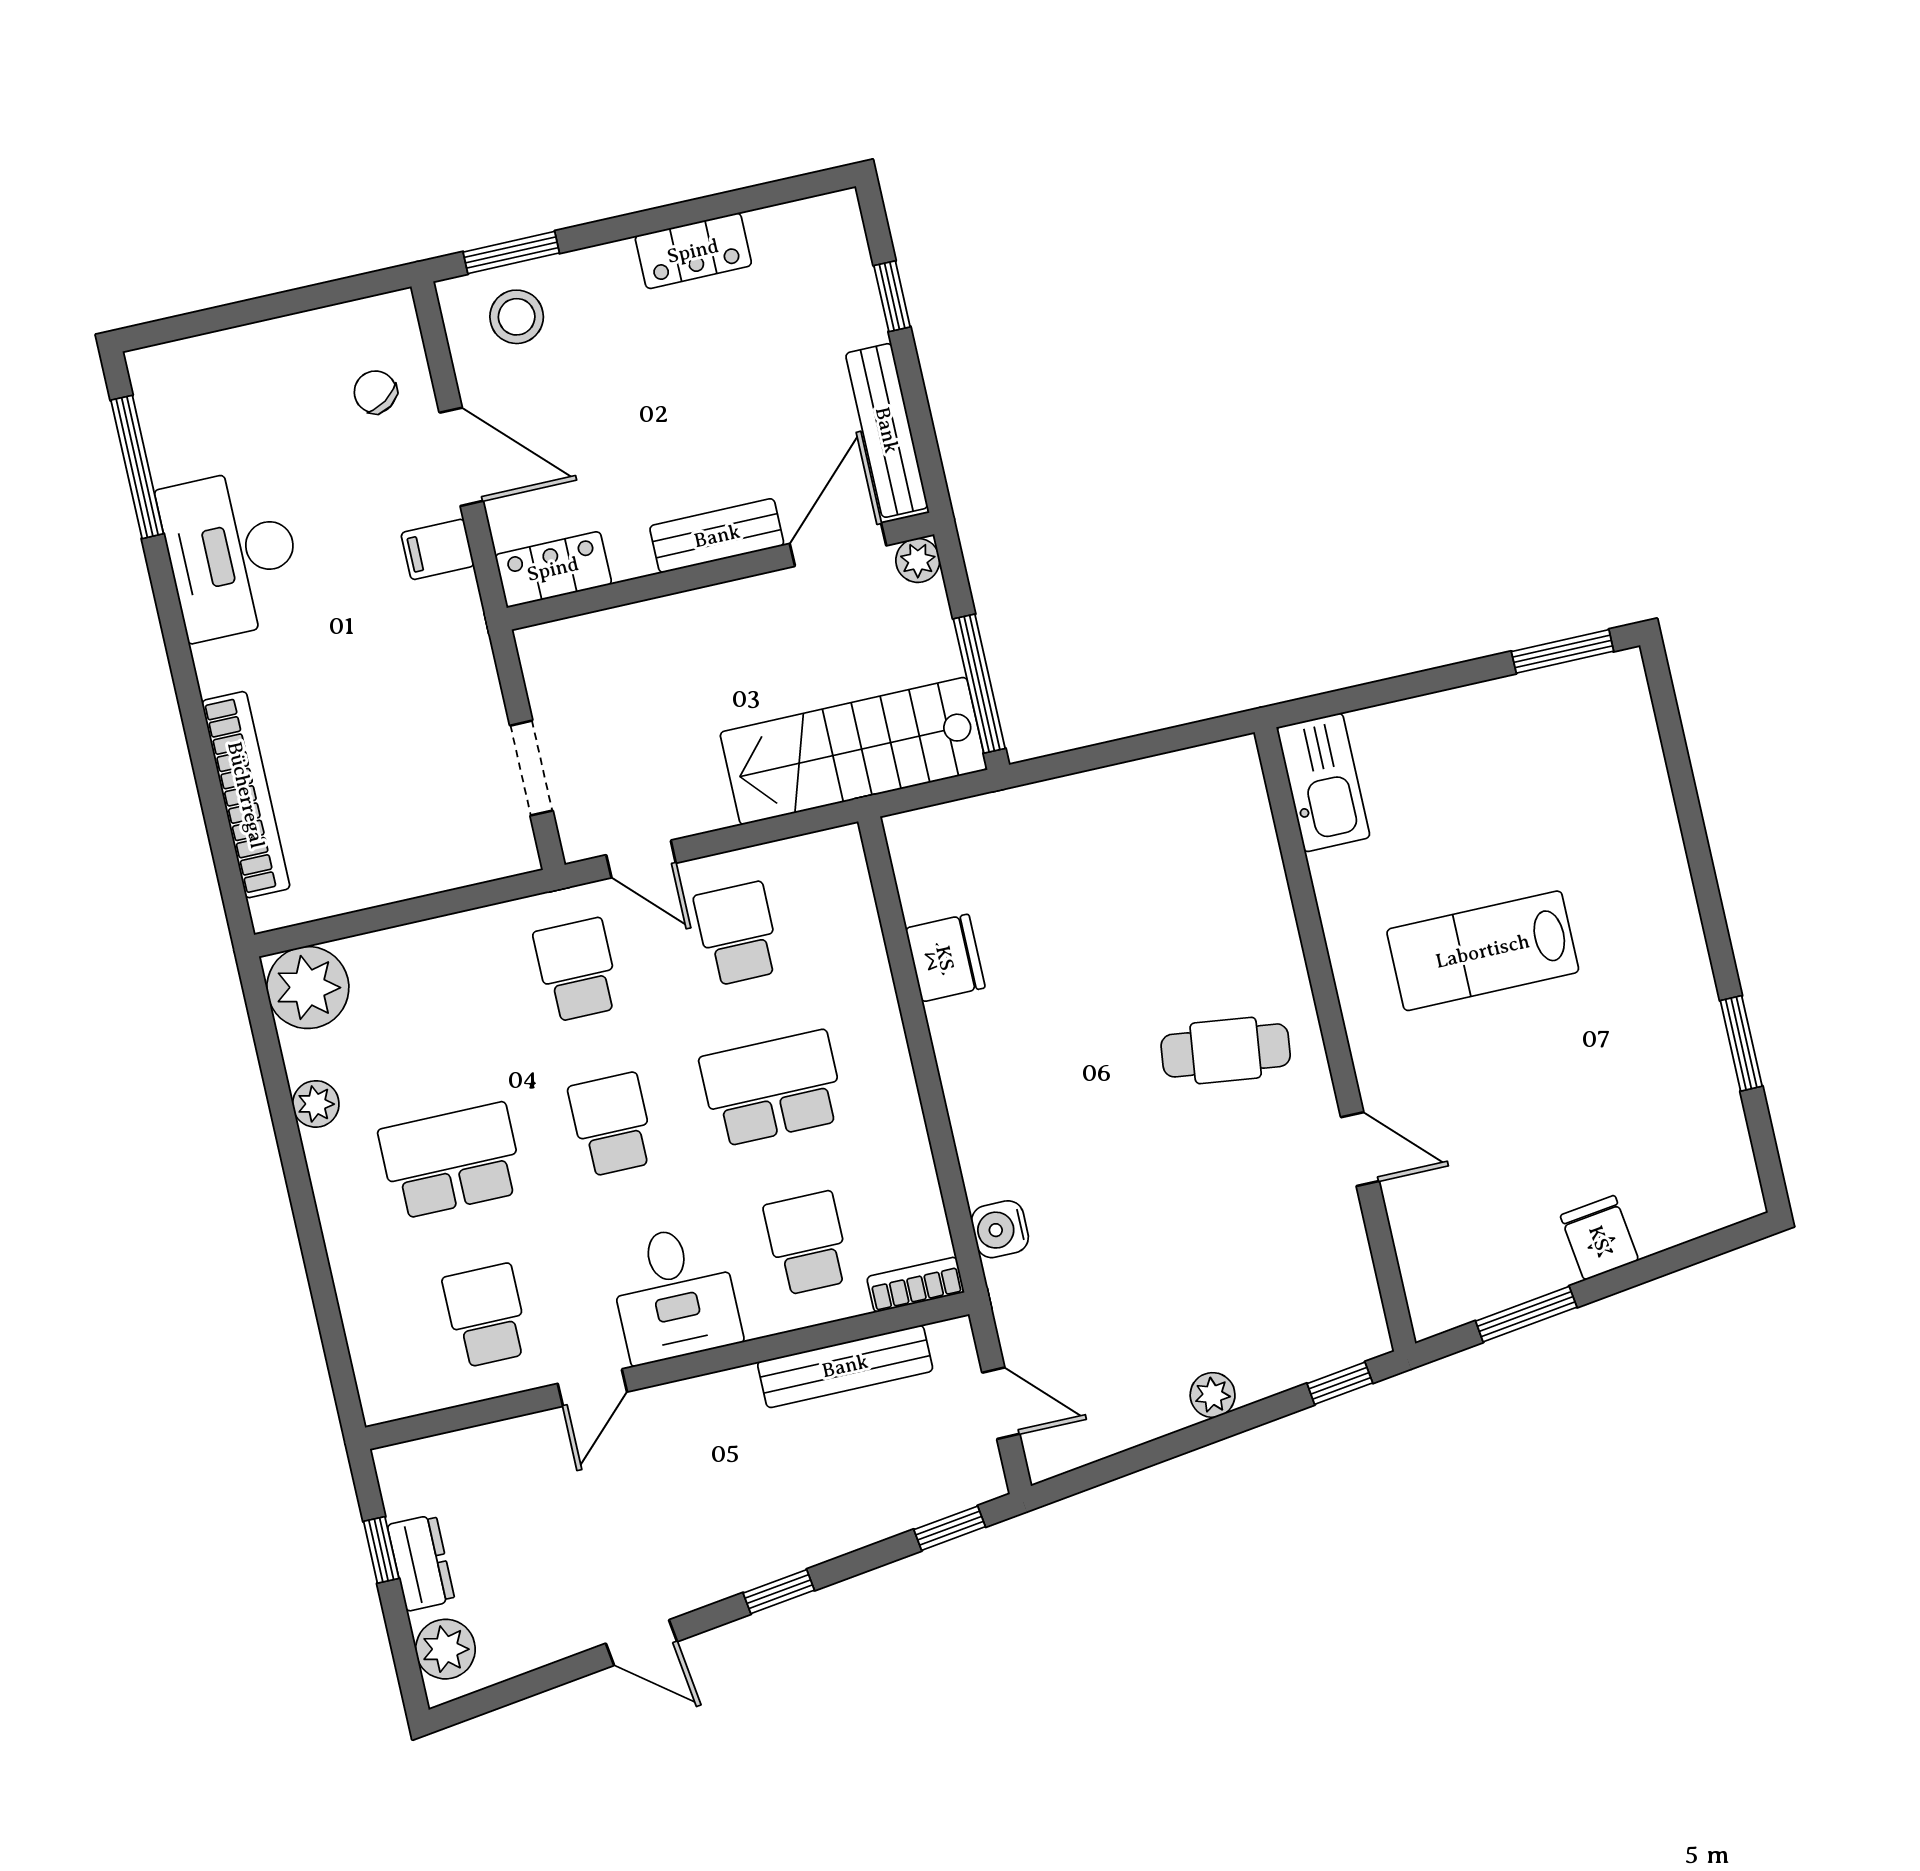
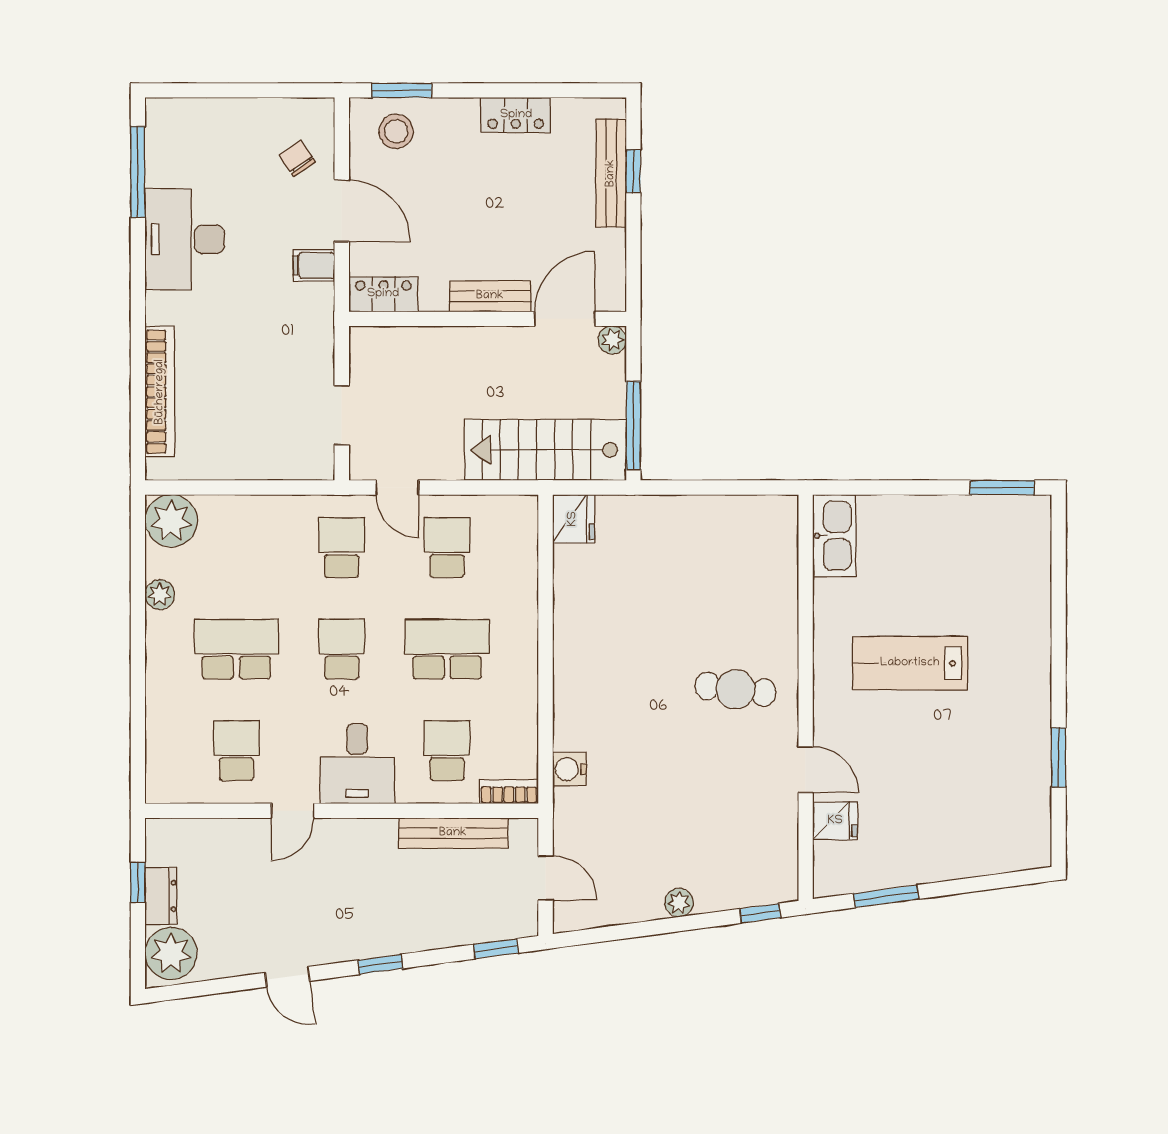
bench: (887, 430) -> (611, 173), moved
fridge: (945, 958) -> (573, 519), moved
fridge: (1599, 1238) -> (835, 821), moved, turned 98
plant: (445, 1649) -> (171, 953), width x1.36, depth x1.36

